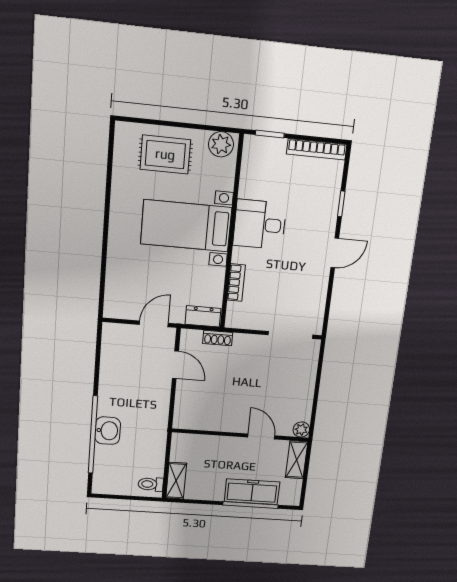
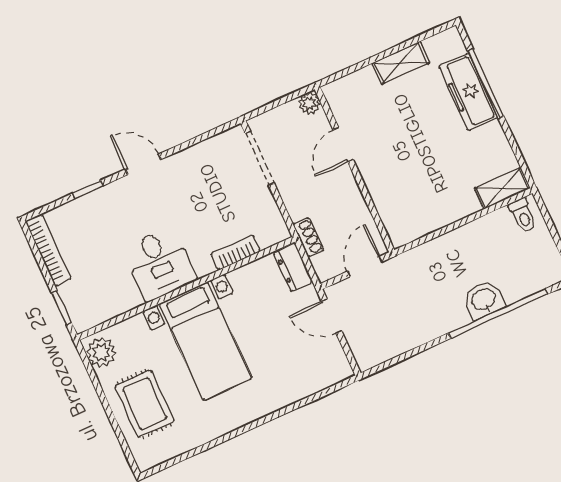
plant: (301, 429) -> (310, 103), moved
wall: (240, 435) -> (355, 170), moved
door: (261, 436) -> (343, 145), moved

